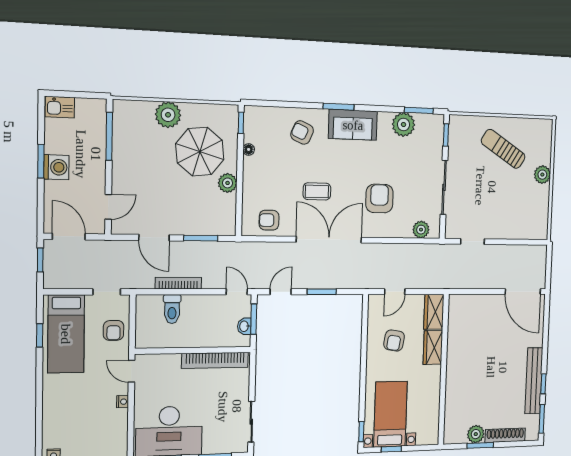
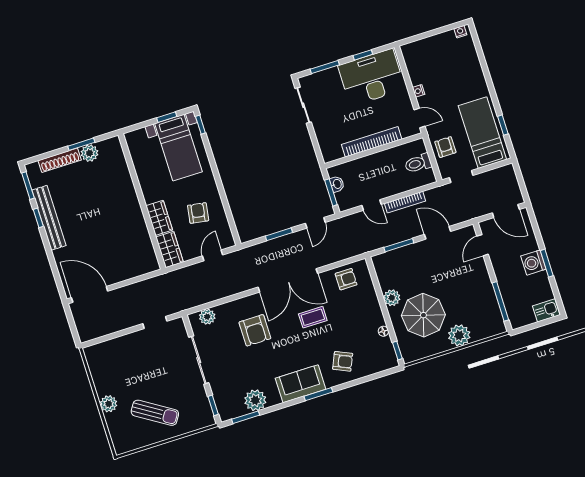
window: (40, 260) -> (522, 185), removed
door: (237, 292) -> (372, 205), moved
toilet: (172, 309) -> (418, 163), moved, turned -90
bookcase: (215, 360) -> (372, 142), moved

